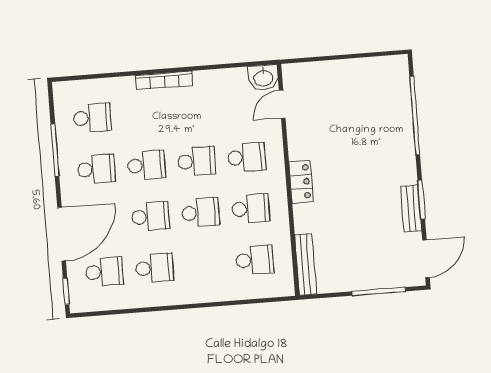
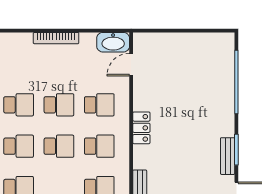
washbasin: (263, 78) -> (113, 42), width x1.38
bookcase: (164, 80) -> (56, 38), moved

